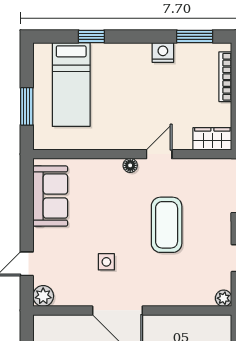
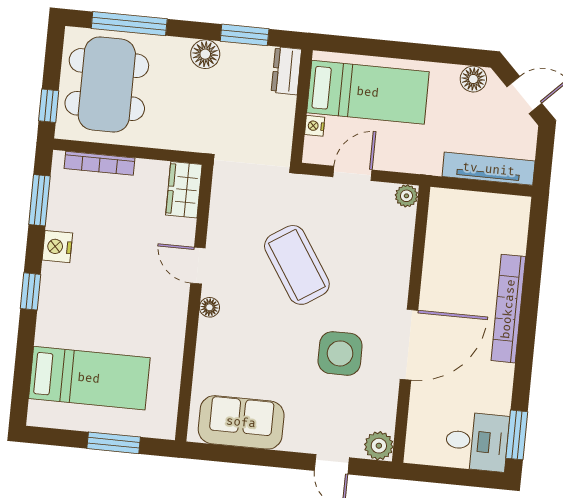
window: (91, 36) -> (30, 291), moved
coffee table: (167, 225) -> (297, 265), turned 57
side table: (106, 262) -> (340, 353), width x1.87, depth x1.87

